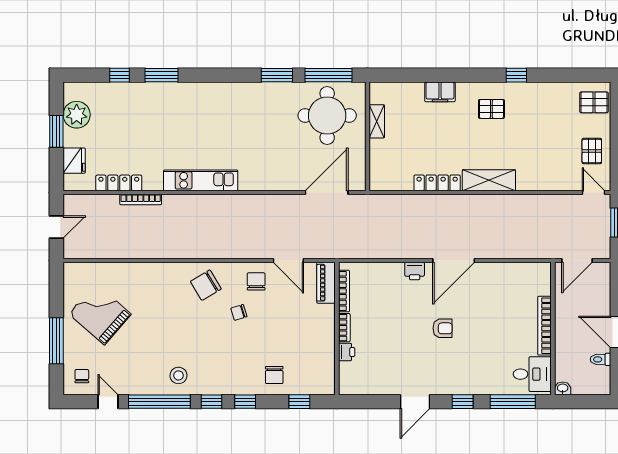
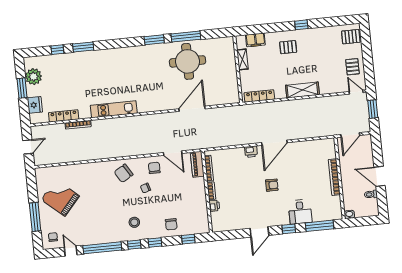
shelving: (377, 121) -> (242, 59), moved
wall: (368, 136) -> (238, 69), moved
shelving: (489, 180) -> (302, 90), moved
desk: (532, 374) -> (300, 212), moved, turned 90
stool: (178, 375) -> (134, 222), moved

